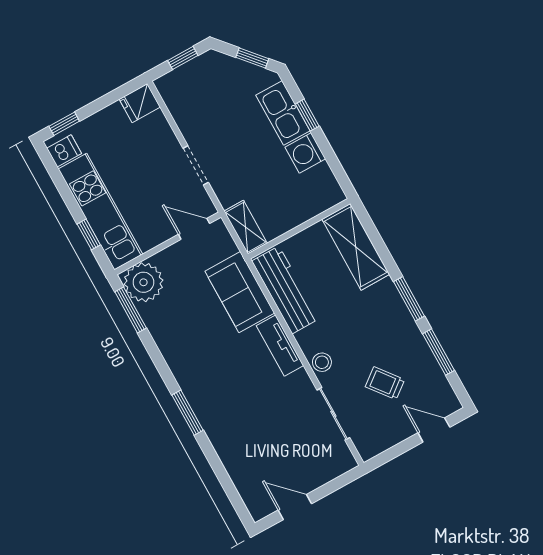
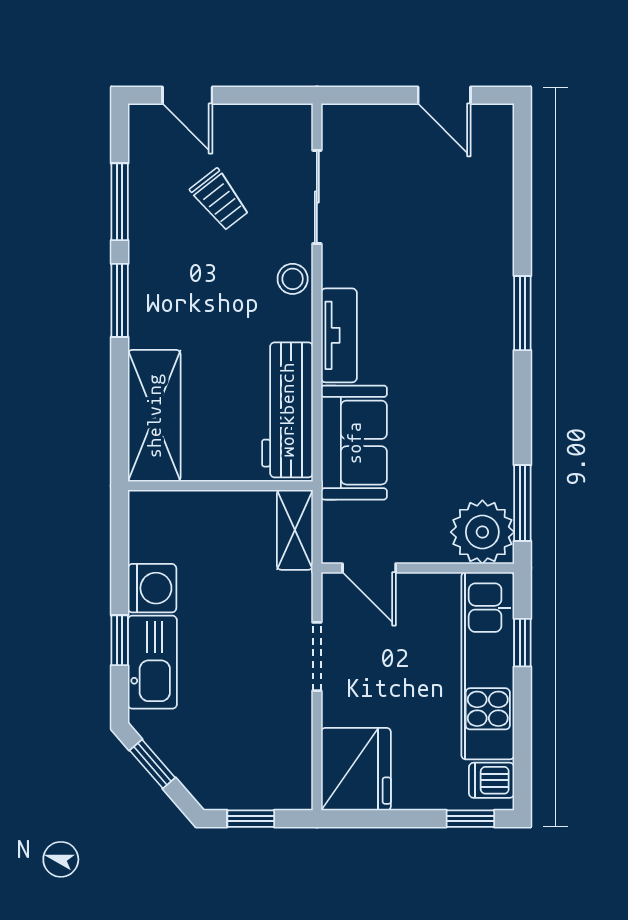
fridge: (140, 103) -> (356, 769), width x1.88, depth x1.34

